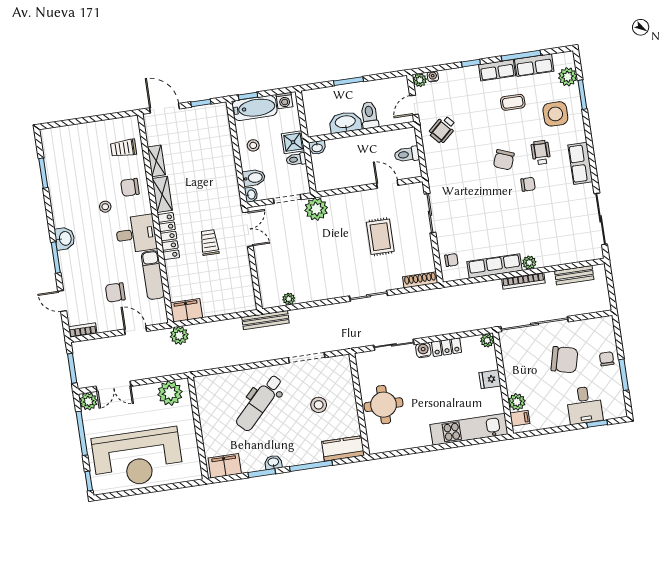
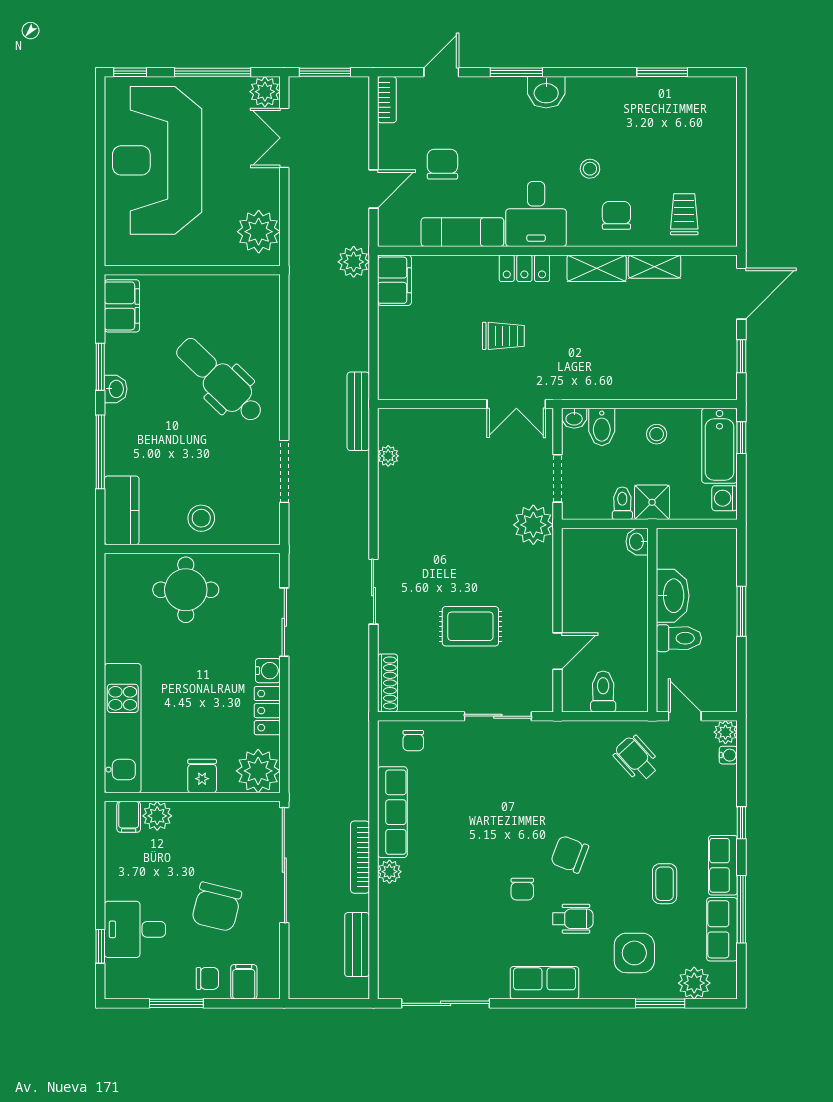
locker: (168, 236) -> (524, 268), width x0.66
filing cabinet: (605, 338) -> (244, 982), added
plant: (487, 340) -> (258, 771), width x1.88, depth x1.88
stool: (319, 405) -> (201, 518), moved

